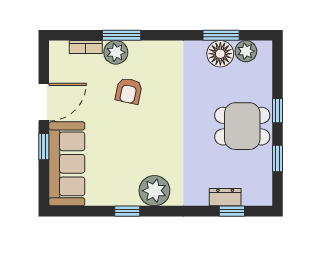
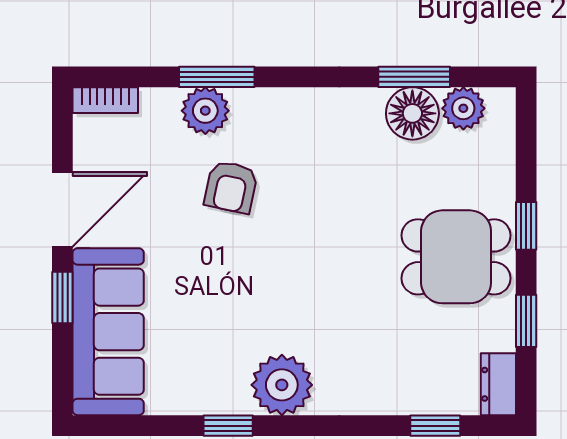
bookcase: (86, 47) -> (105, 100), moved
dresser: (225, 197) -> (498, 384), moved, turned -90

